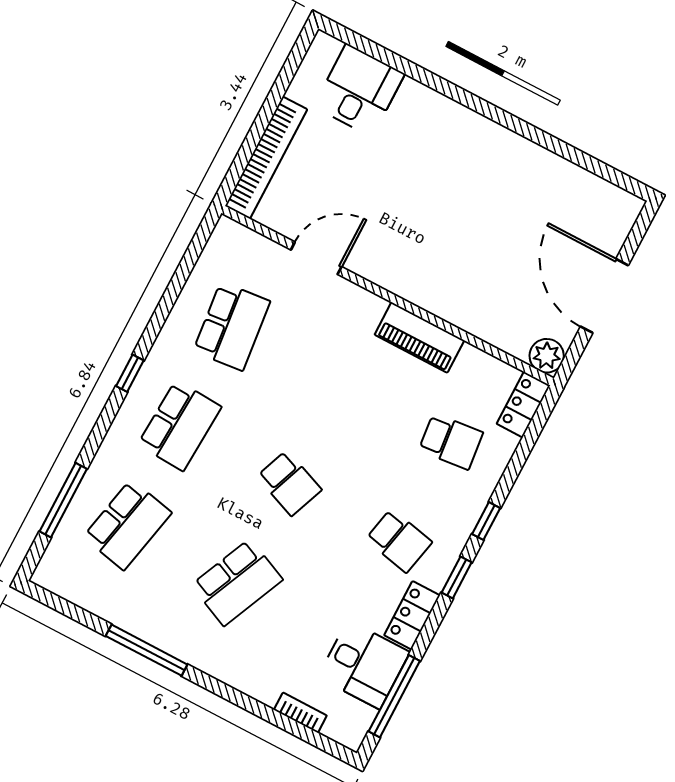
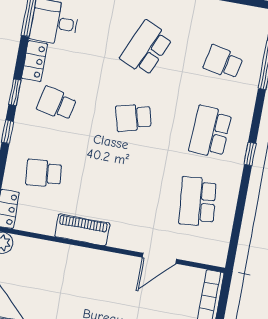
school desk: (289, 483) -> (133, 118), turned -36
school desk: (127, 525) -> (223, 62), width x0.54

